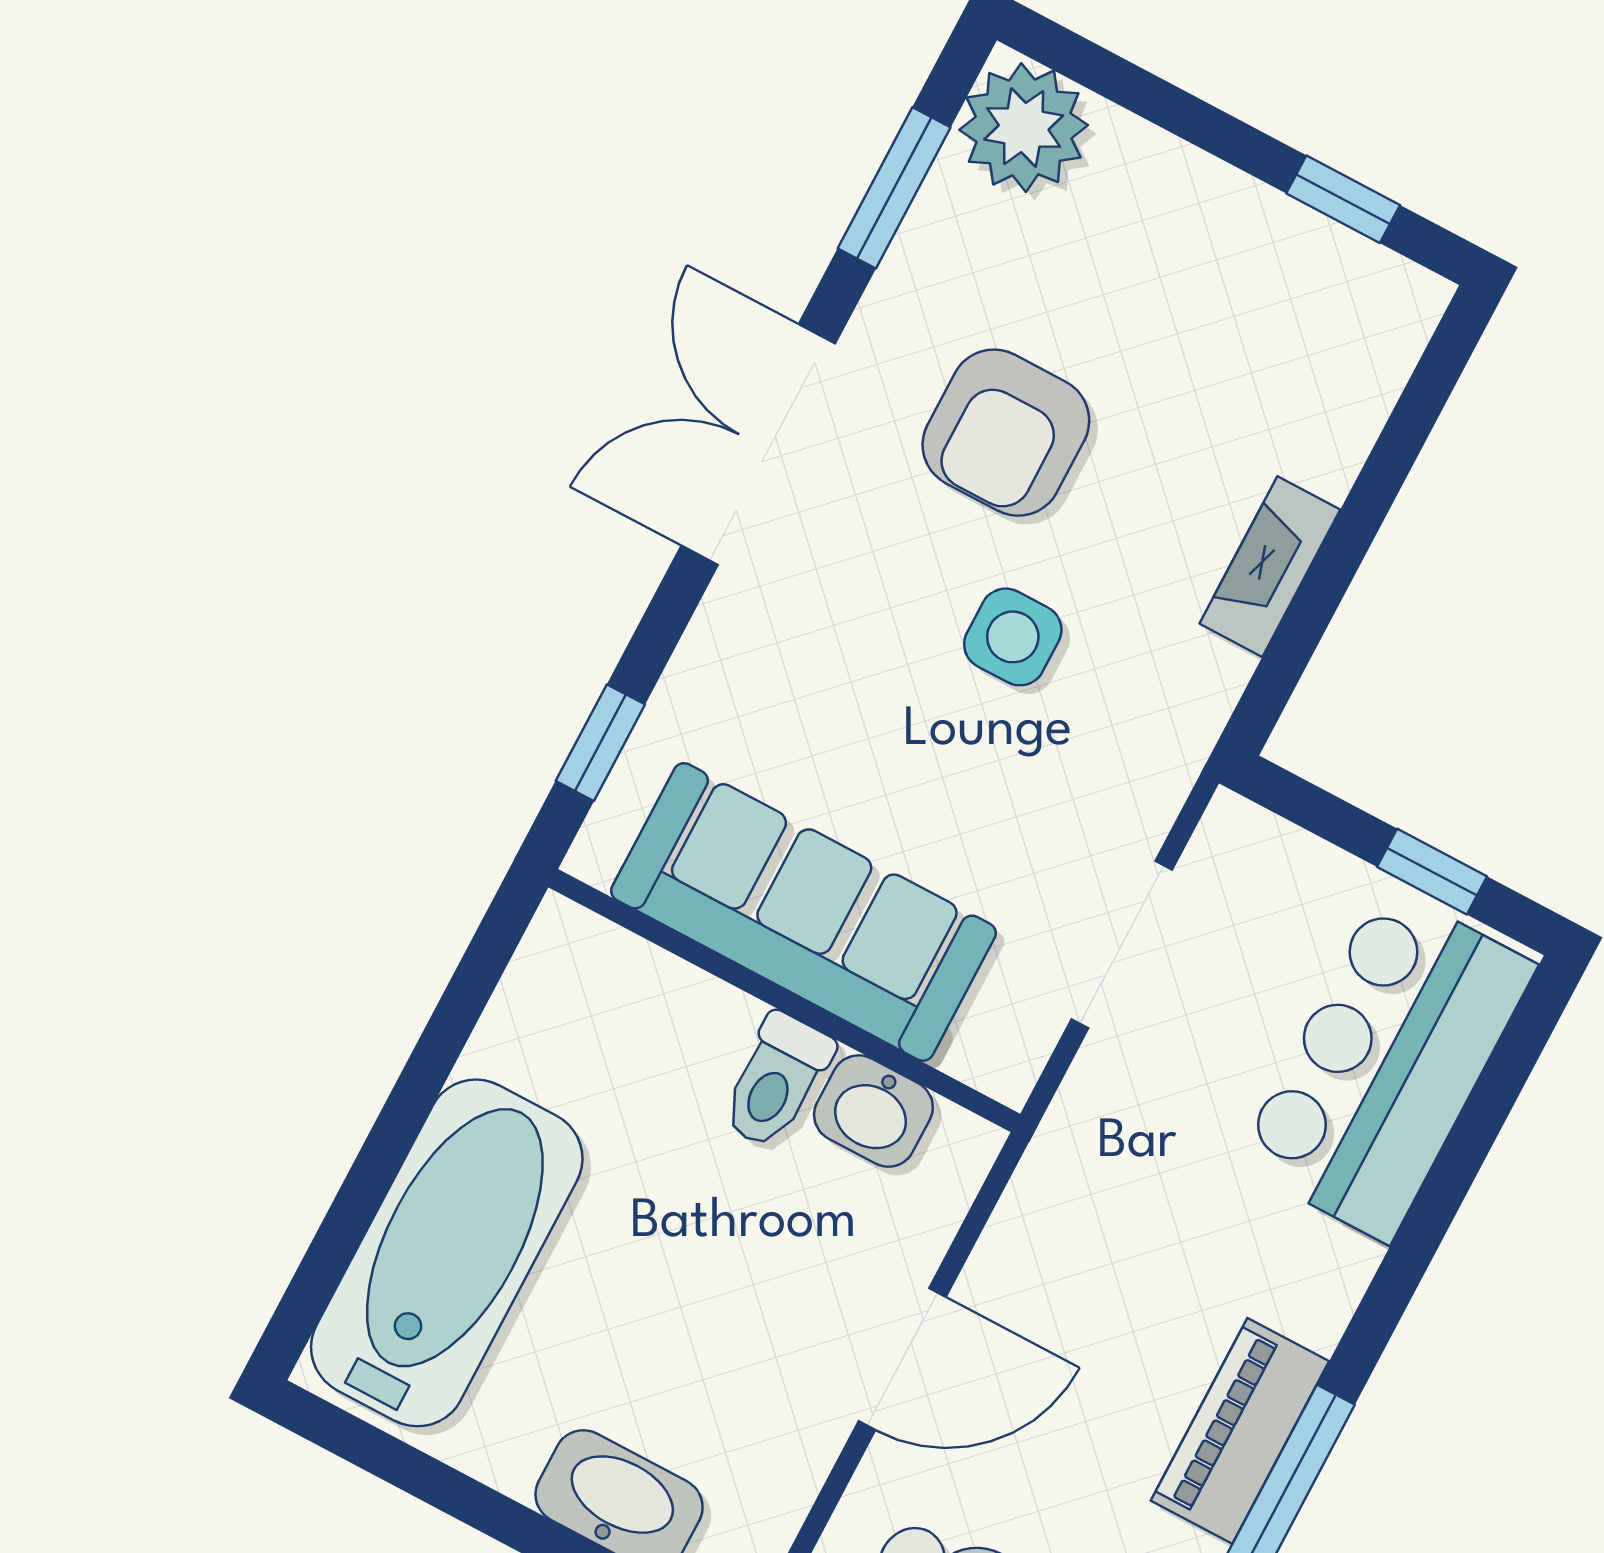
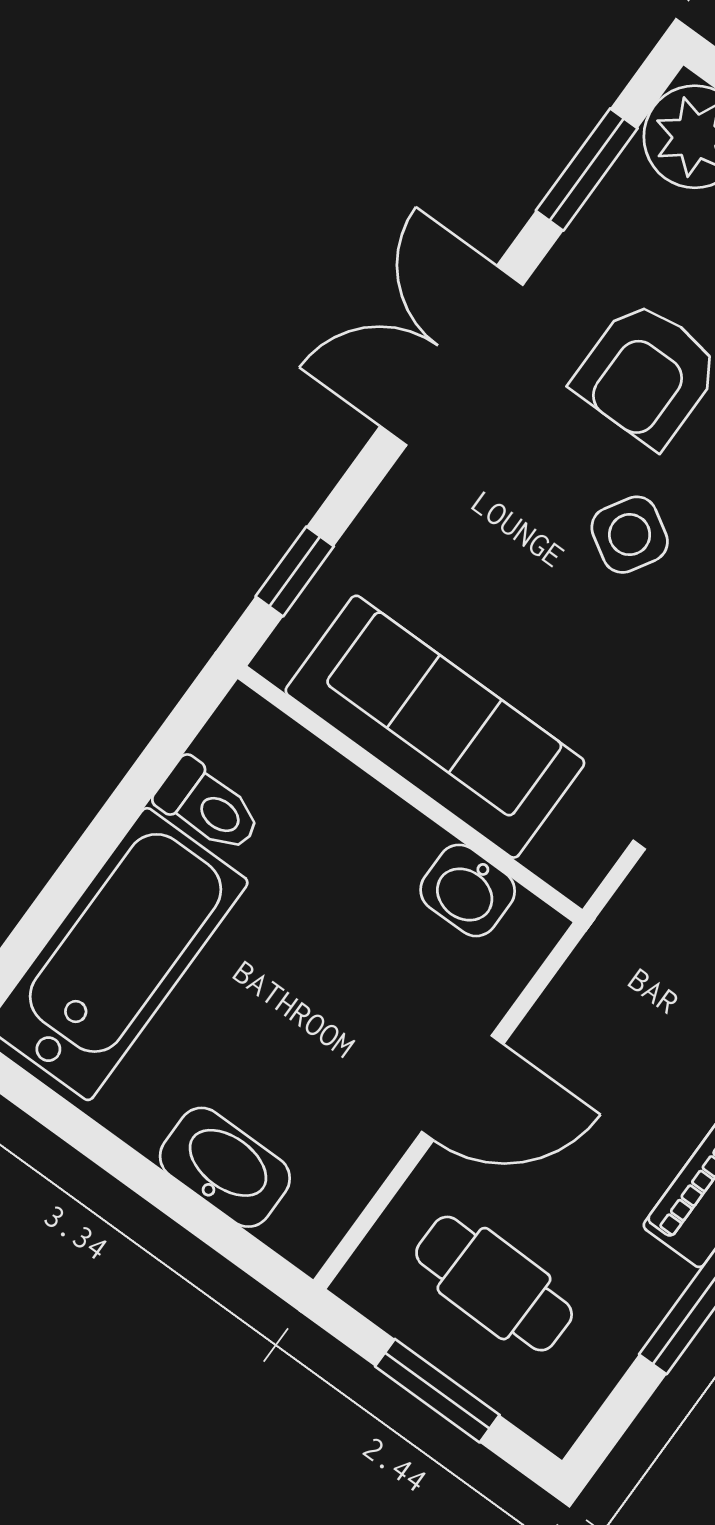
side table: (1013, 637) -> (630, 535), turned 31
toilet: (776, 1081) -> (208, 806), moved, turned -90

